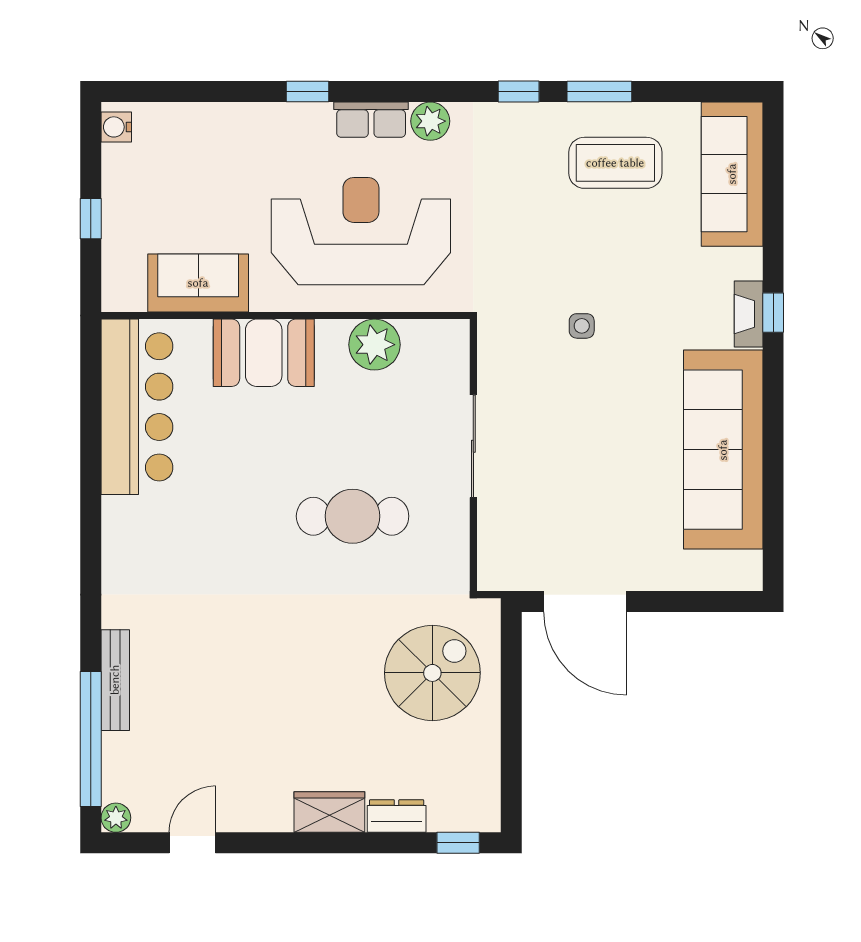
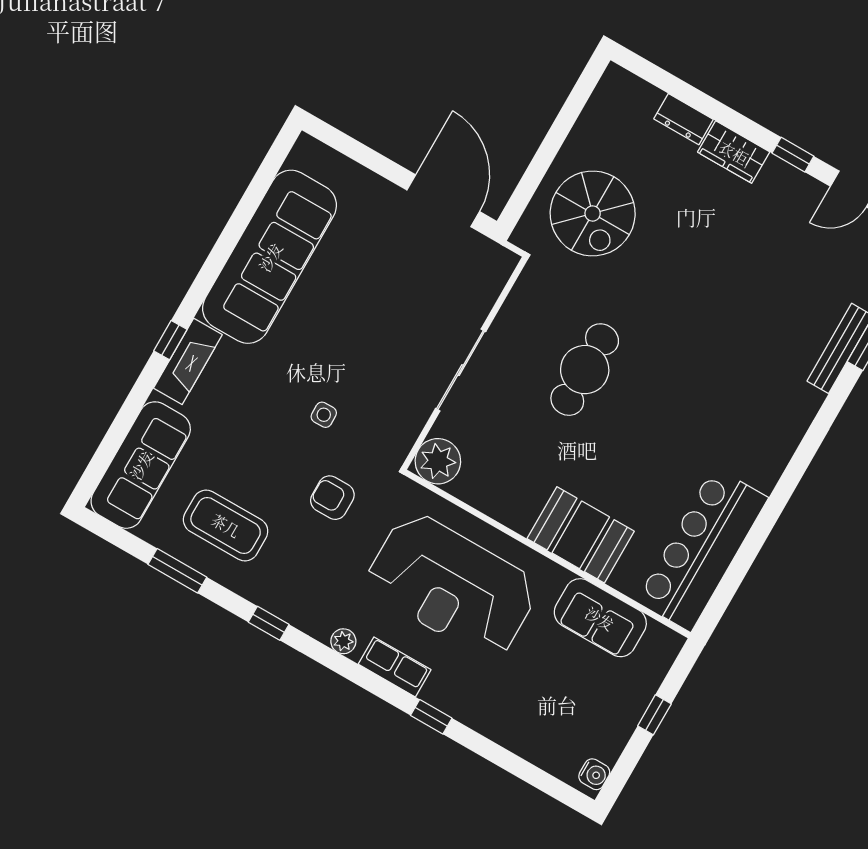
window: (599, 92) -> (177, 571), moved
plant: (430, 121) -> (343, 641), width x0.73, depth x0.73
armchair: (527, 250) -> (332, 498), added
fireplace: (749, 314) -> (188, 361), width x1.37, depth x1.32
plant: (374, 345) -> (438, 461), moved
cafe table: (353, 516) -> (585, 370), turned 90
spiral stairs: (432, 673) -> (593, 213), turned -90
window: (458, 843) -> (793, 155), moved

